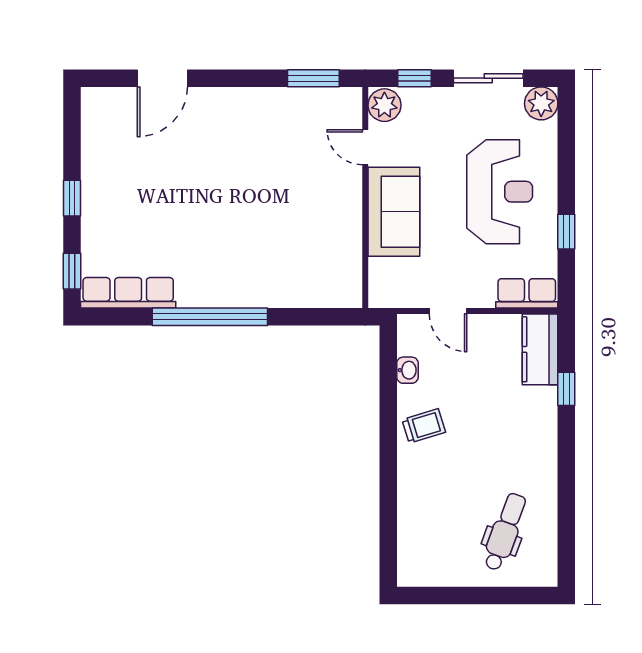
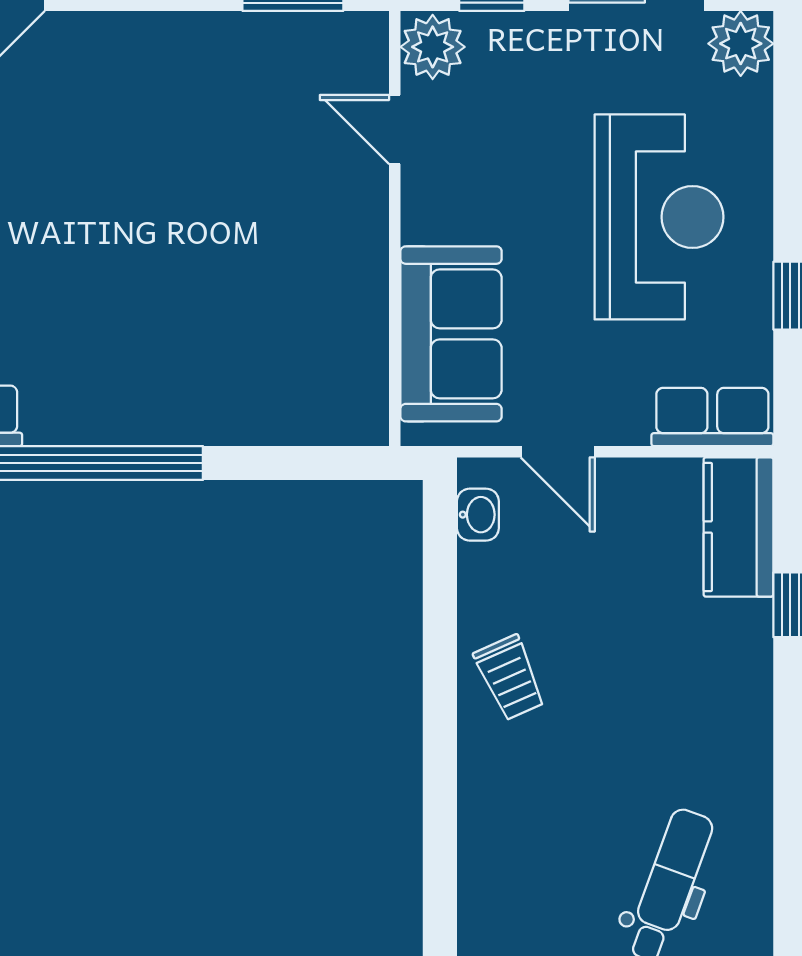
sofa: (394, 212) -> (451, 334), moved
washbasin: (407, 370) -> (478, 515), moved
trolley: (424, 426) -> (510, 678), turned 83

